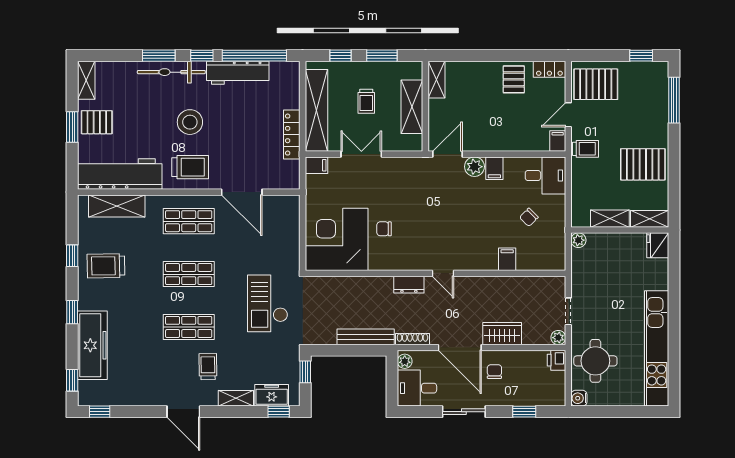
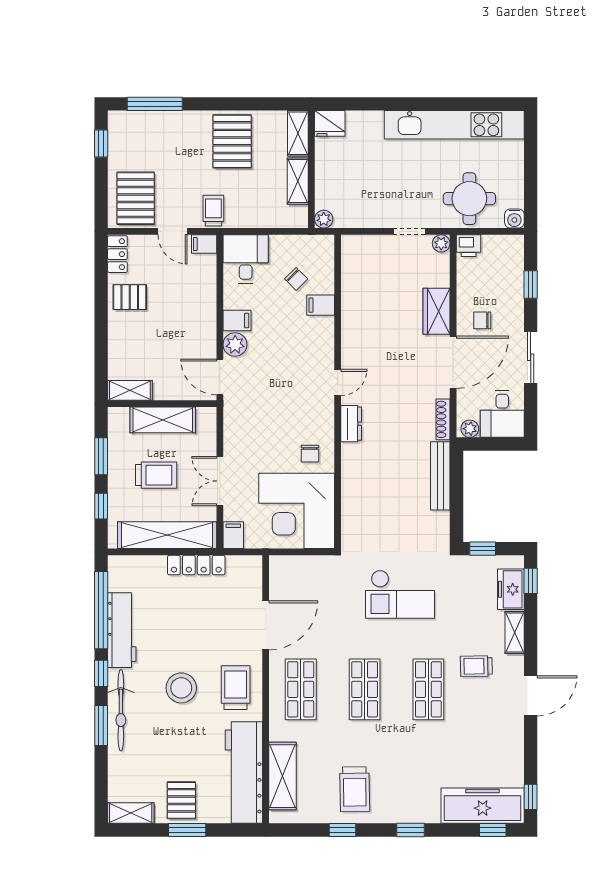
trolley: (366, 101) -> (156, 475), width x1.36, depth x1.39
corner desk: (337, 239) -> (297, 511), moved
filing cabinet: (507, 259) -> (321, 305), moved
wall: (435, 273) -> (338, 392), moved
door: (443, 273) -> (338, 382), moved
dresser: (409, 285) -> (351, 424), moved
freezer: (92, 345) -> (483, 806), moved

